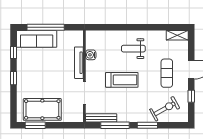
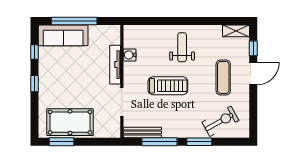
weight bench: (133, 49) -> (182, 47), turned 90
window: (191, 96) -> (253, 48), moved

